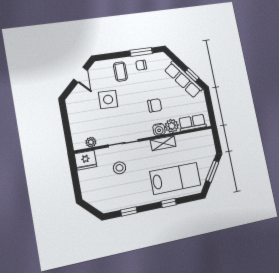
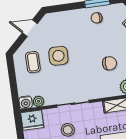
coffee table: (120, 72) -> (33, 62), moved
door: (80, 75) -> (30, 28), swing flipped
water cooler: (159, 129) -> (26, 102), moved

